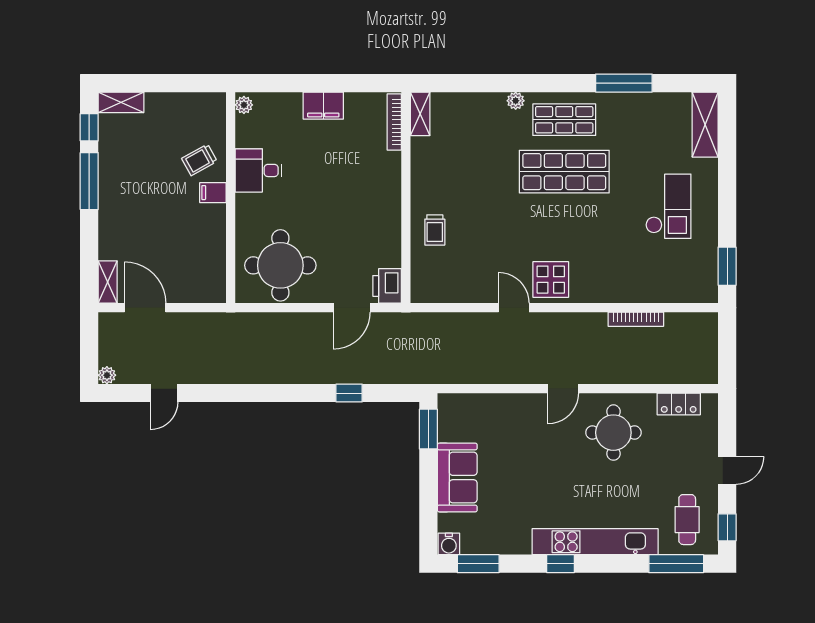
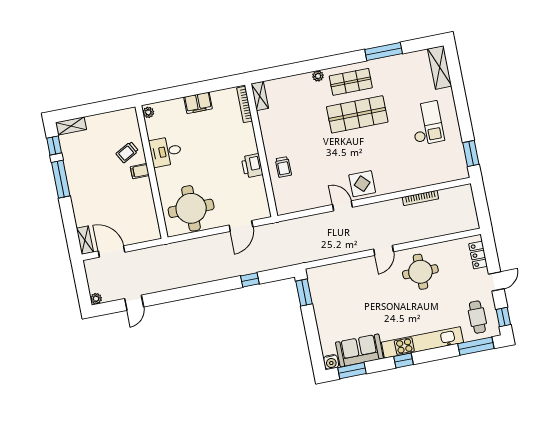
printer: (387, 286) -> (252, 166), moved
locker: (679, 404) -> (478, 255), moved, turned 90
sofa: (457, 478) -> (359, 350), moved, turned -90

